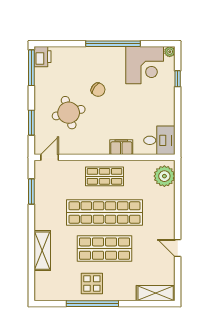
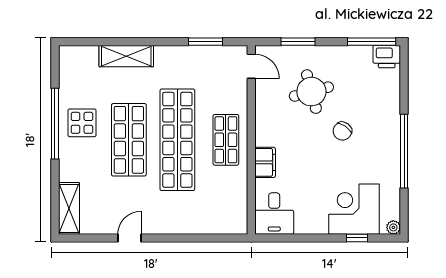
corner desk: (145, 65) -> (354, 209), moved, turned 90
plant: (164, 176) -> (226, 220), removed

